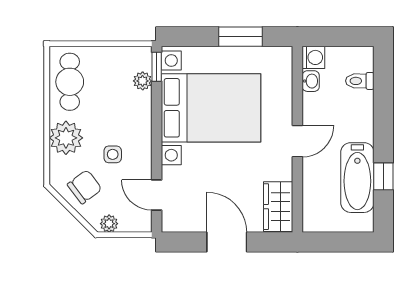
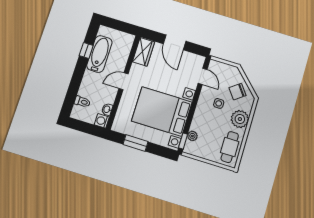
plant: (109, 224) -> (231, 70), removed

